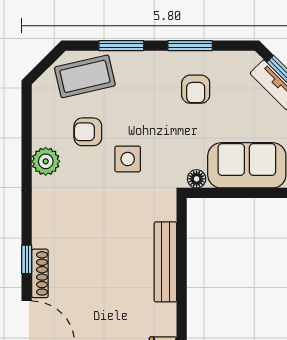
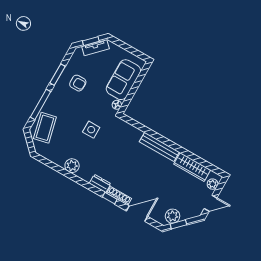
window: (121, 46) -> (41, 104), width x1.44
armchair: (88, 132) -> (70, 140), removed
dresser: (42, 228) -> (100, 184), added
bench: (165, 262) -> (159, 147), moved

